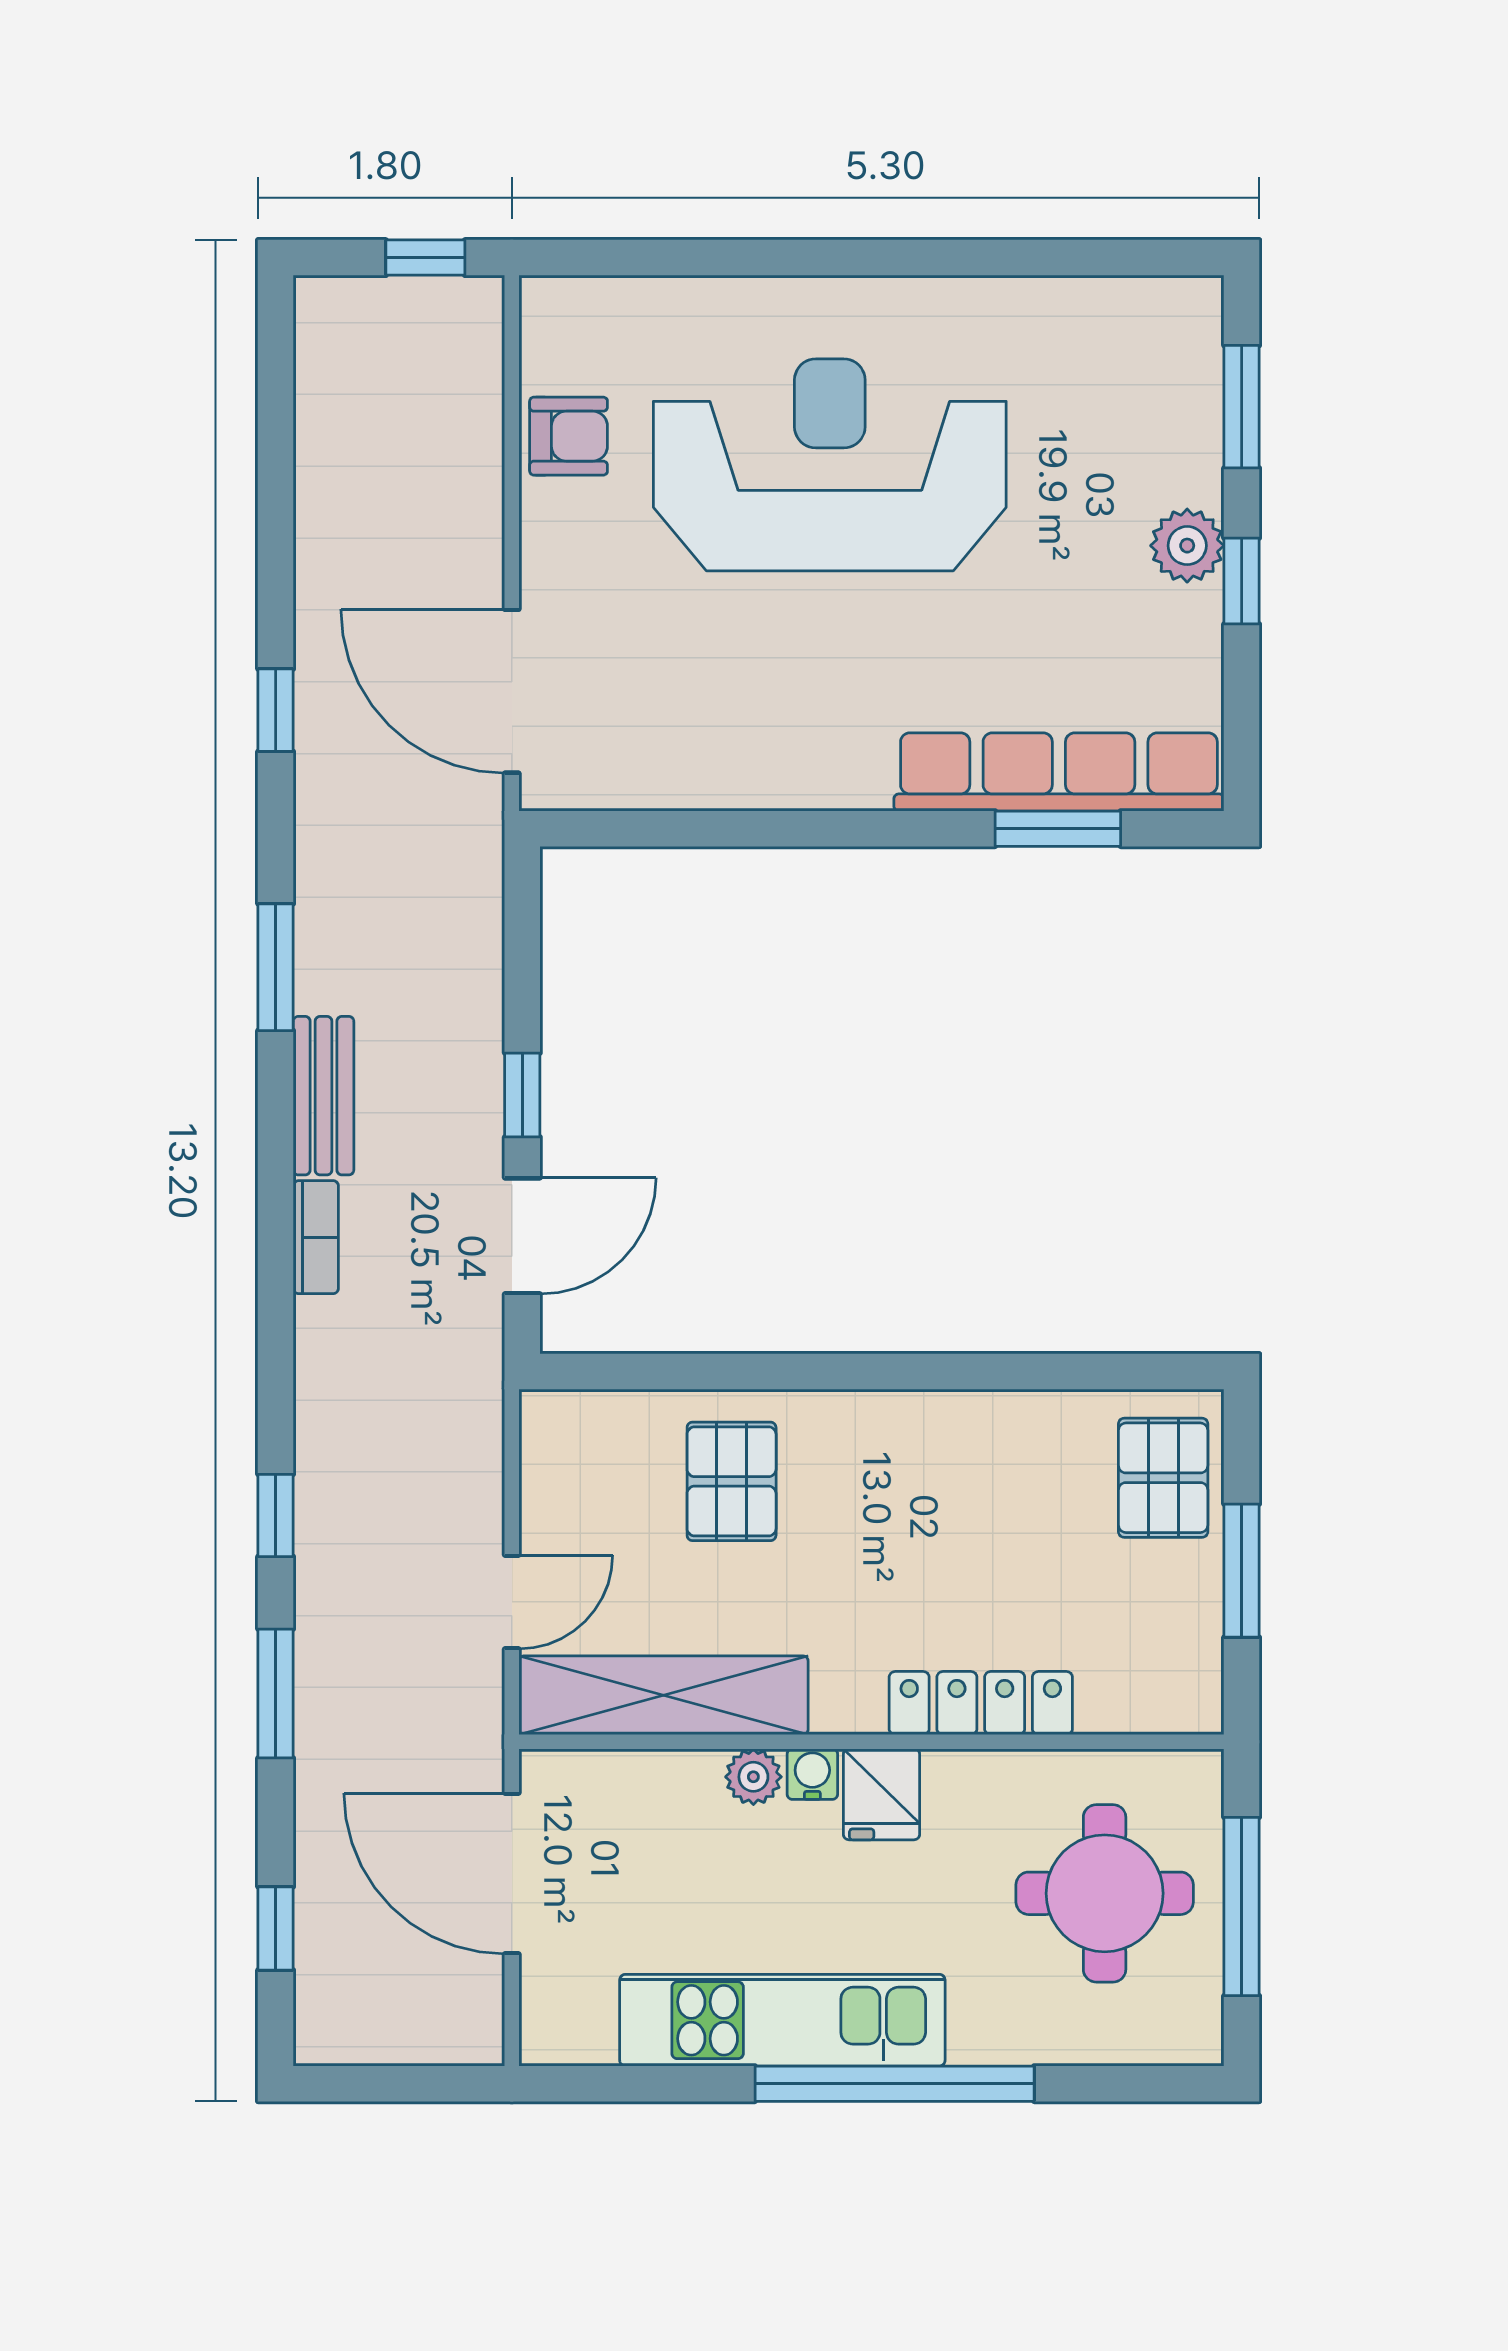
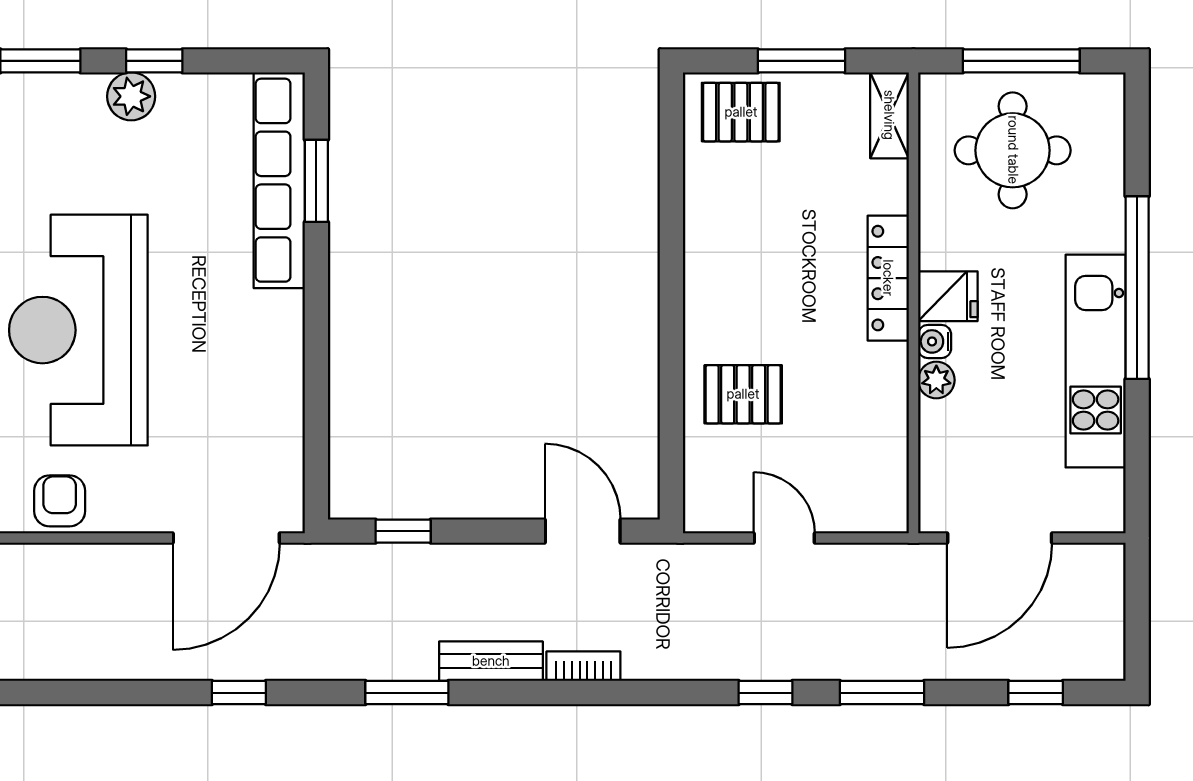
window: (522, 1095) -> (403, 531), moved
door: (512, 1602) -> (784, 538), moved
shelving: (663, 1695) -> (889, 115), moved, width x0.45, depth x0.75
locker: (981, 1703) -> (888, 278), moved

